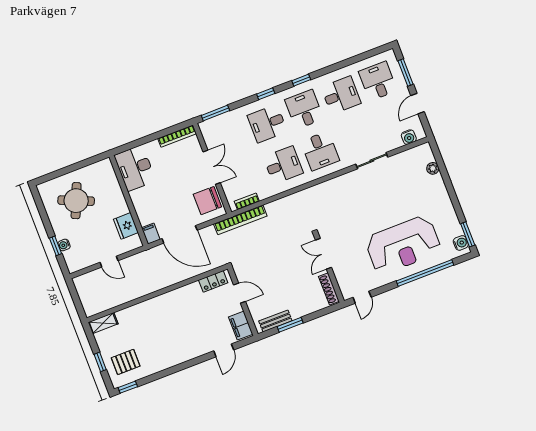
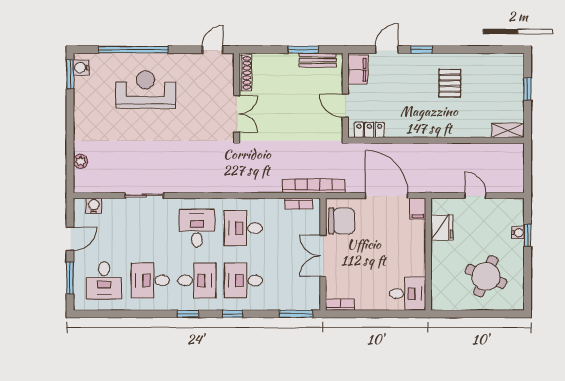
desk: (304, 109) -> (197, 280), turned -90
desk: (267, 123) -> (243, 280), turned 180
bookcase: (177, 136) -> (340, 305), width x0.64
desk: (135, 168) -> (408, 294), width x0.73
reception desk: (403, 245) -> (145, 90), width x0.74, depth x0.77
pallet: (126, 362) -> (450, 83), moved, turned 90
window: (128, 387) -> (422, 50), moved

